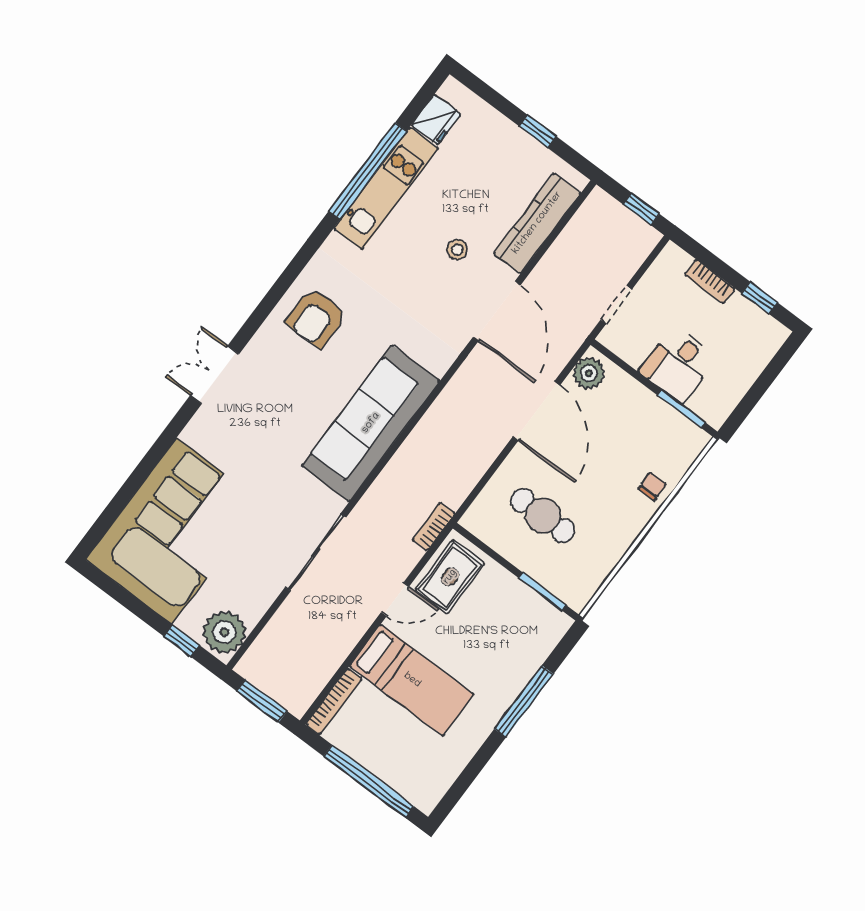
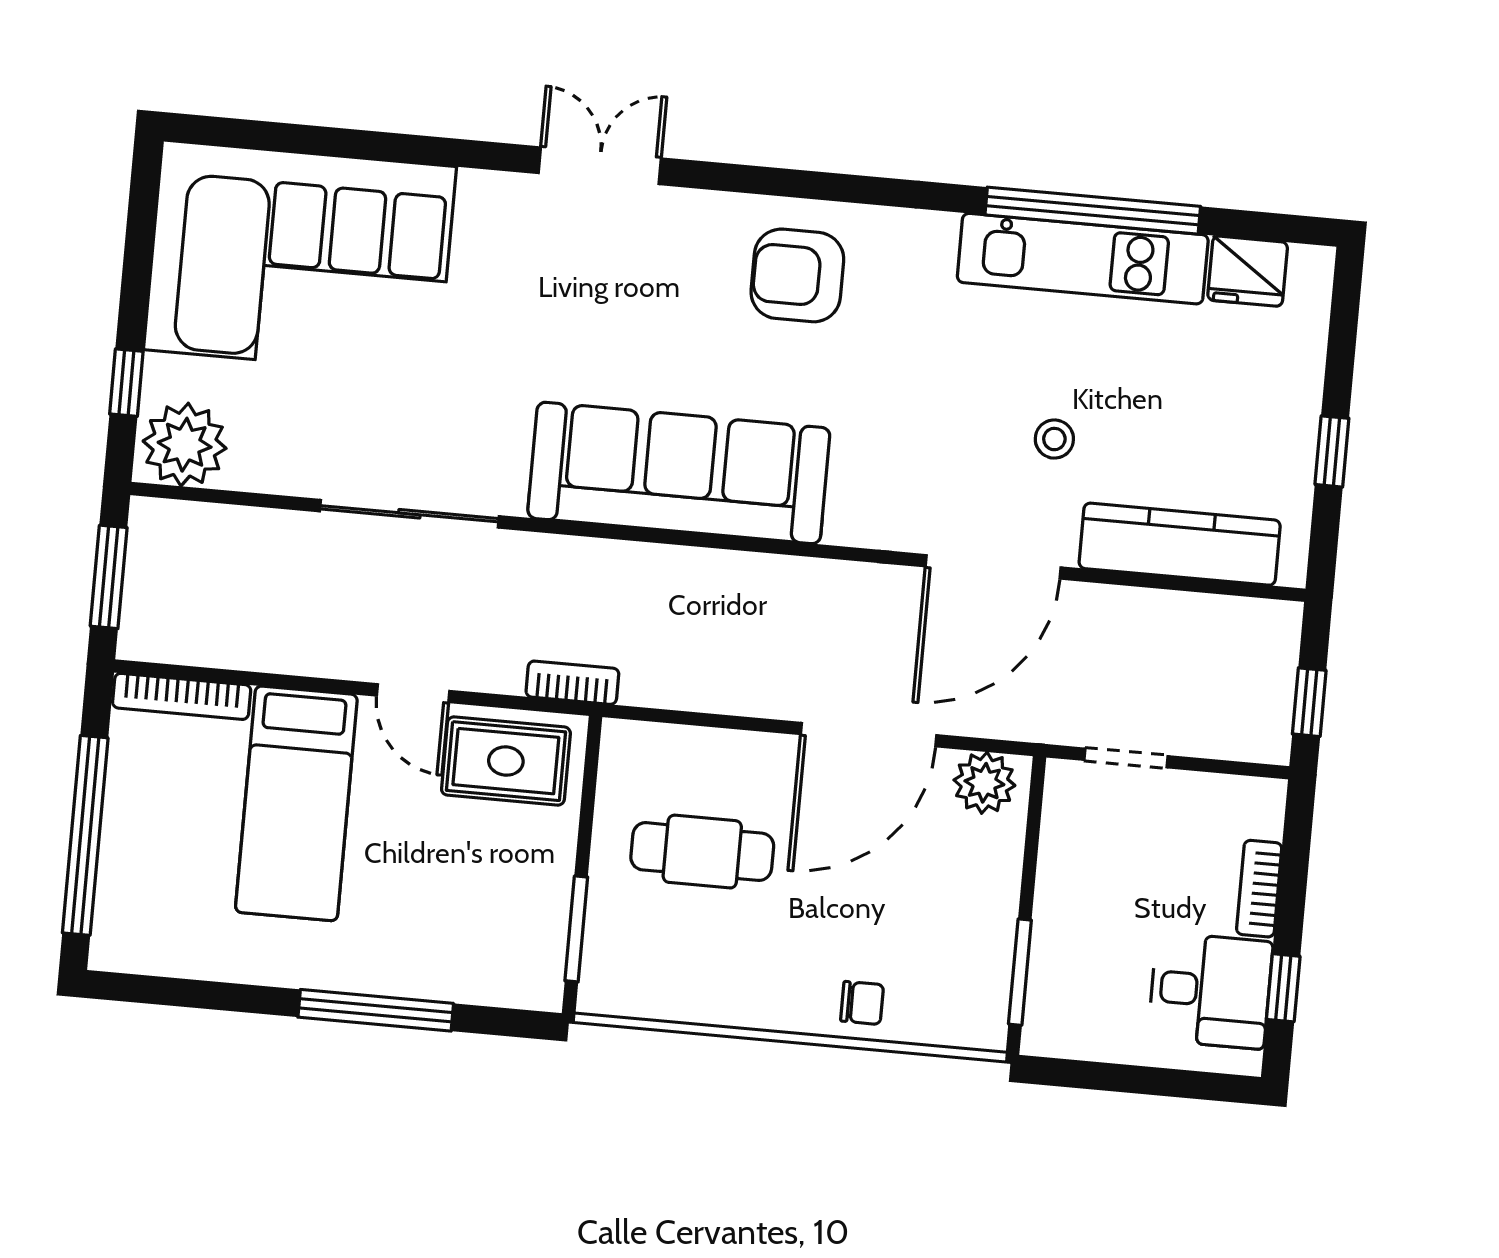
desk: (678, 364) -> (1210, 991), moved, turned 180
cafe table: (543, 515) -> (702, 852), turned 90

